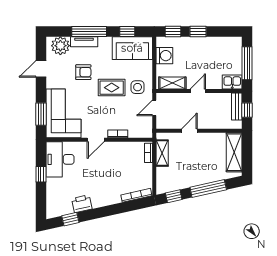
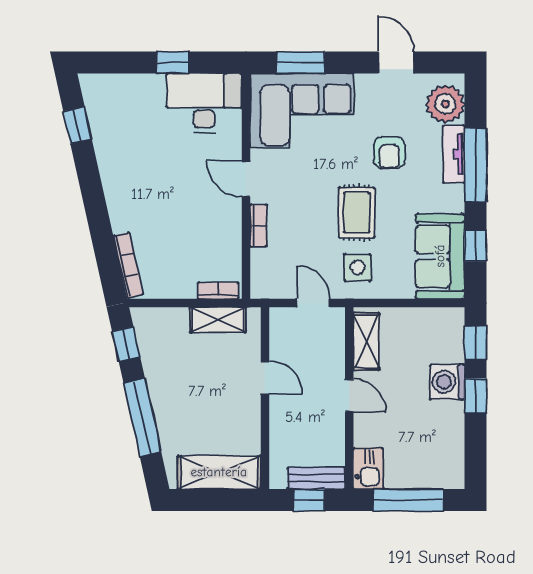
washing machine: (164, 56) -> (447, 382), moved, turned 90
printer: (82, 204) -> (110, 149), removed

